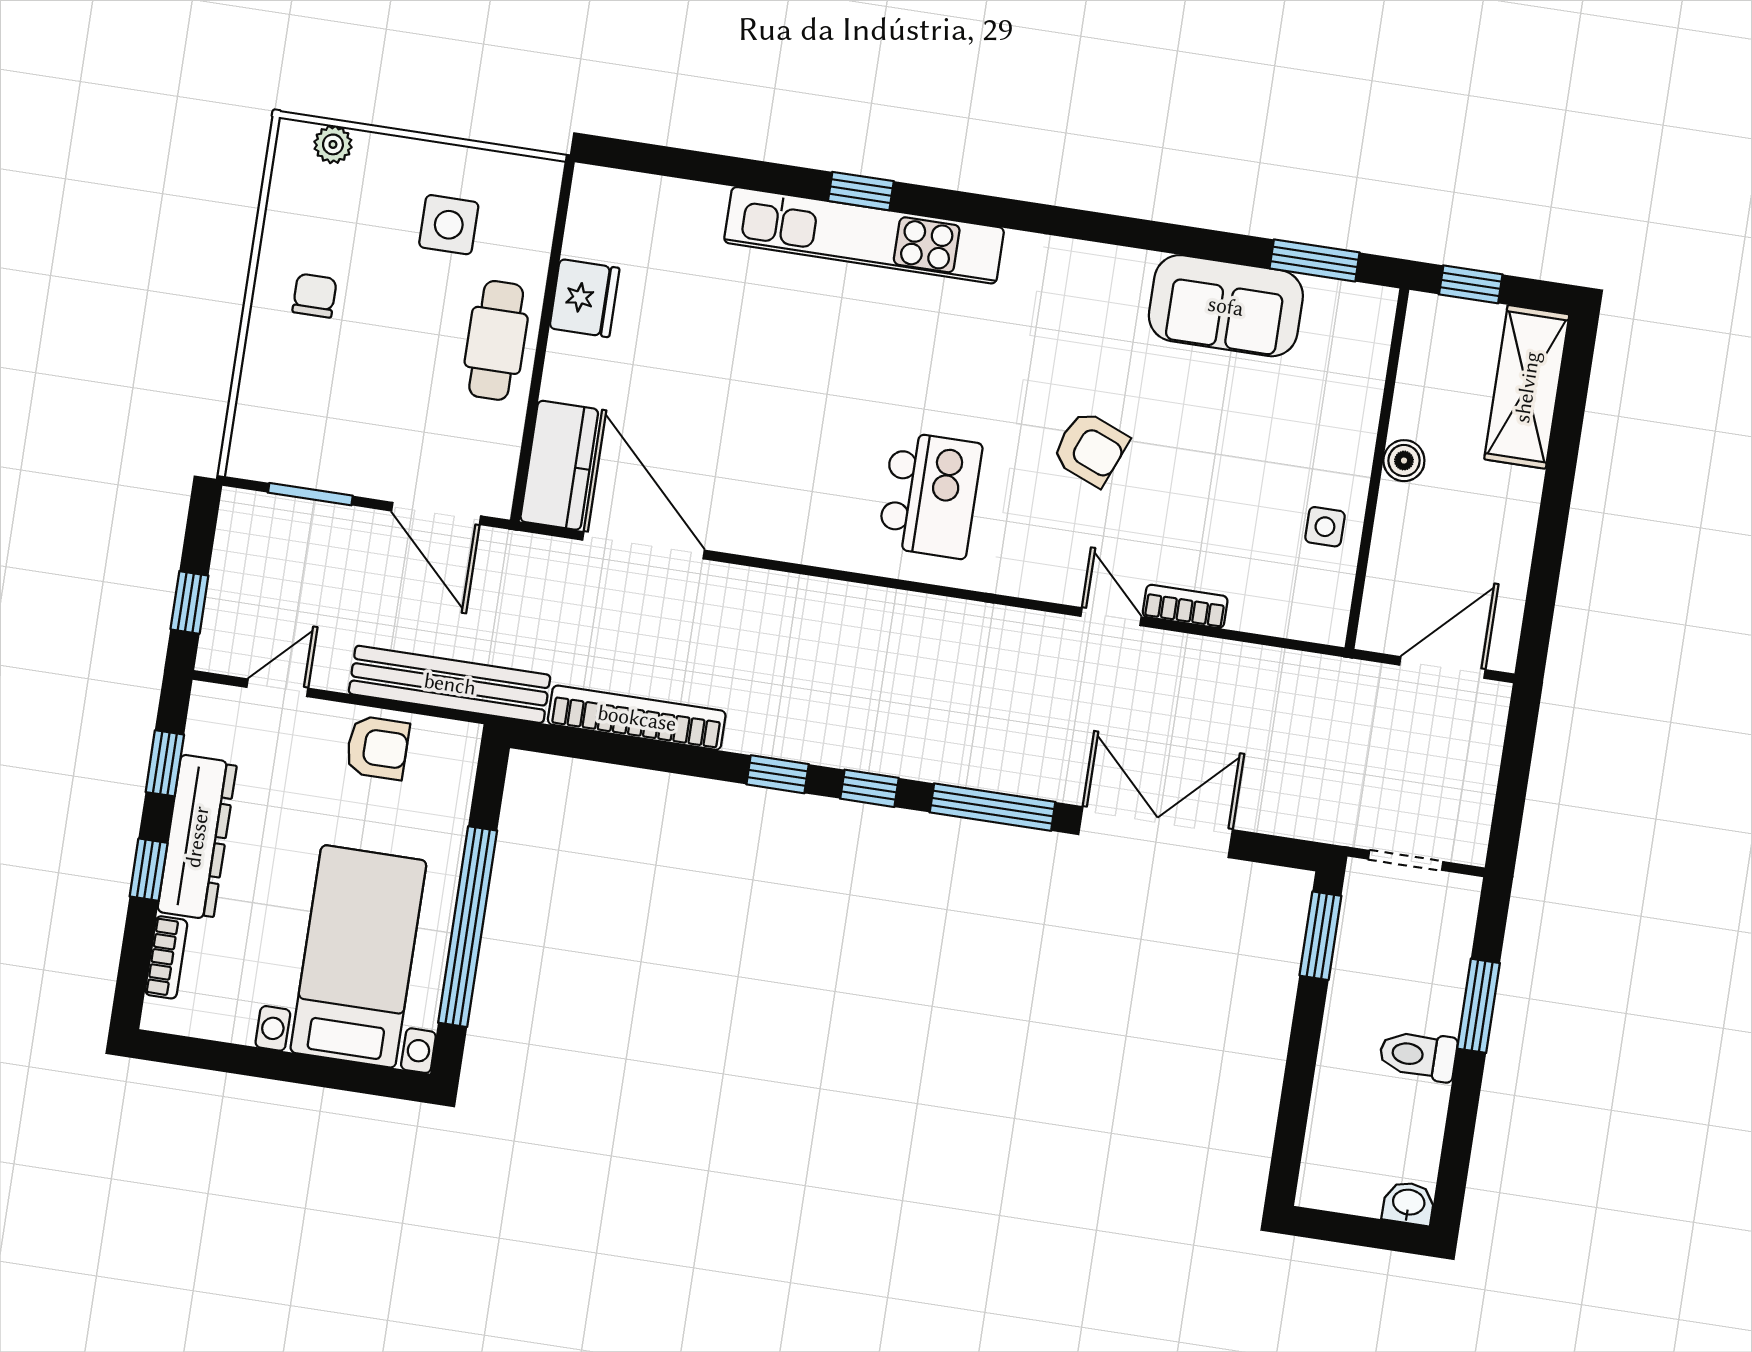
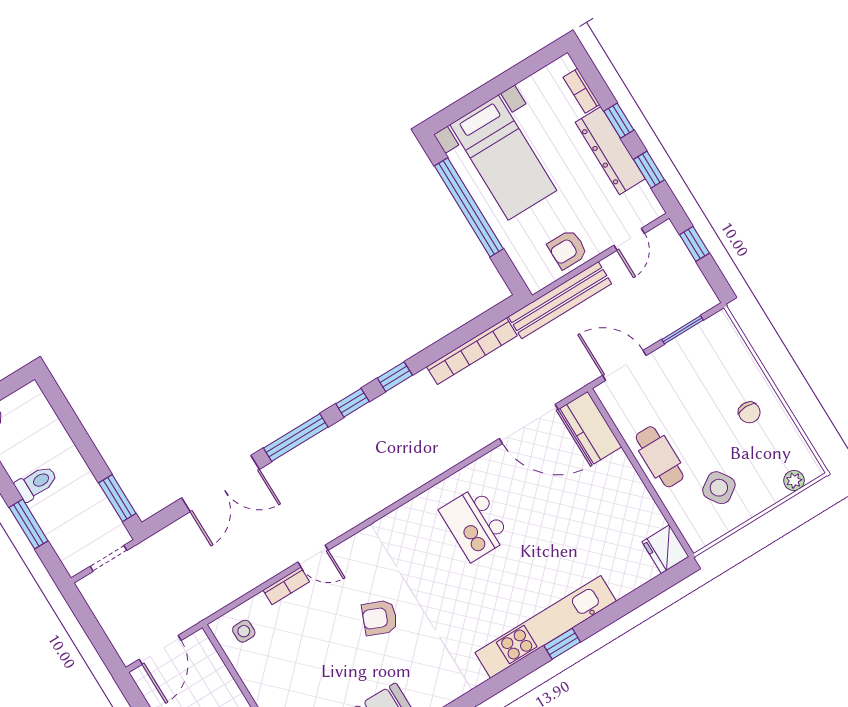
side table: (449, 225) -> (719, 488), turned -34
fridge: (584, 298) -> (665, 549), moved
kitchen island: (930, 495) -> (475, 524), moved
side table: (1325, 527) -> (244, 631), moved

